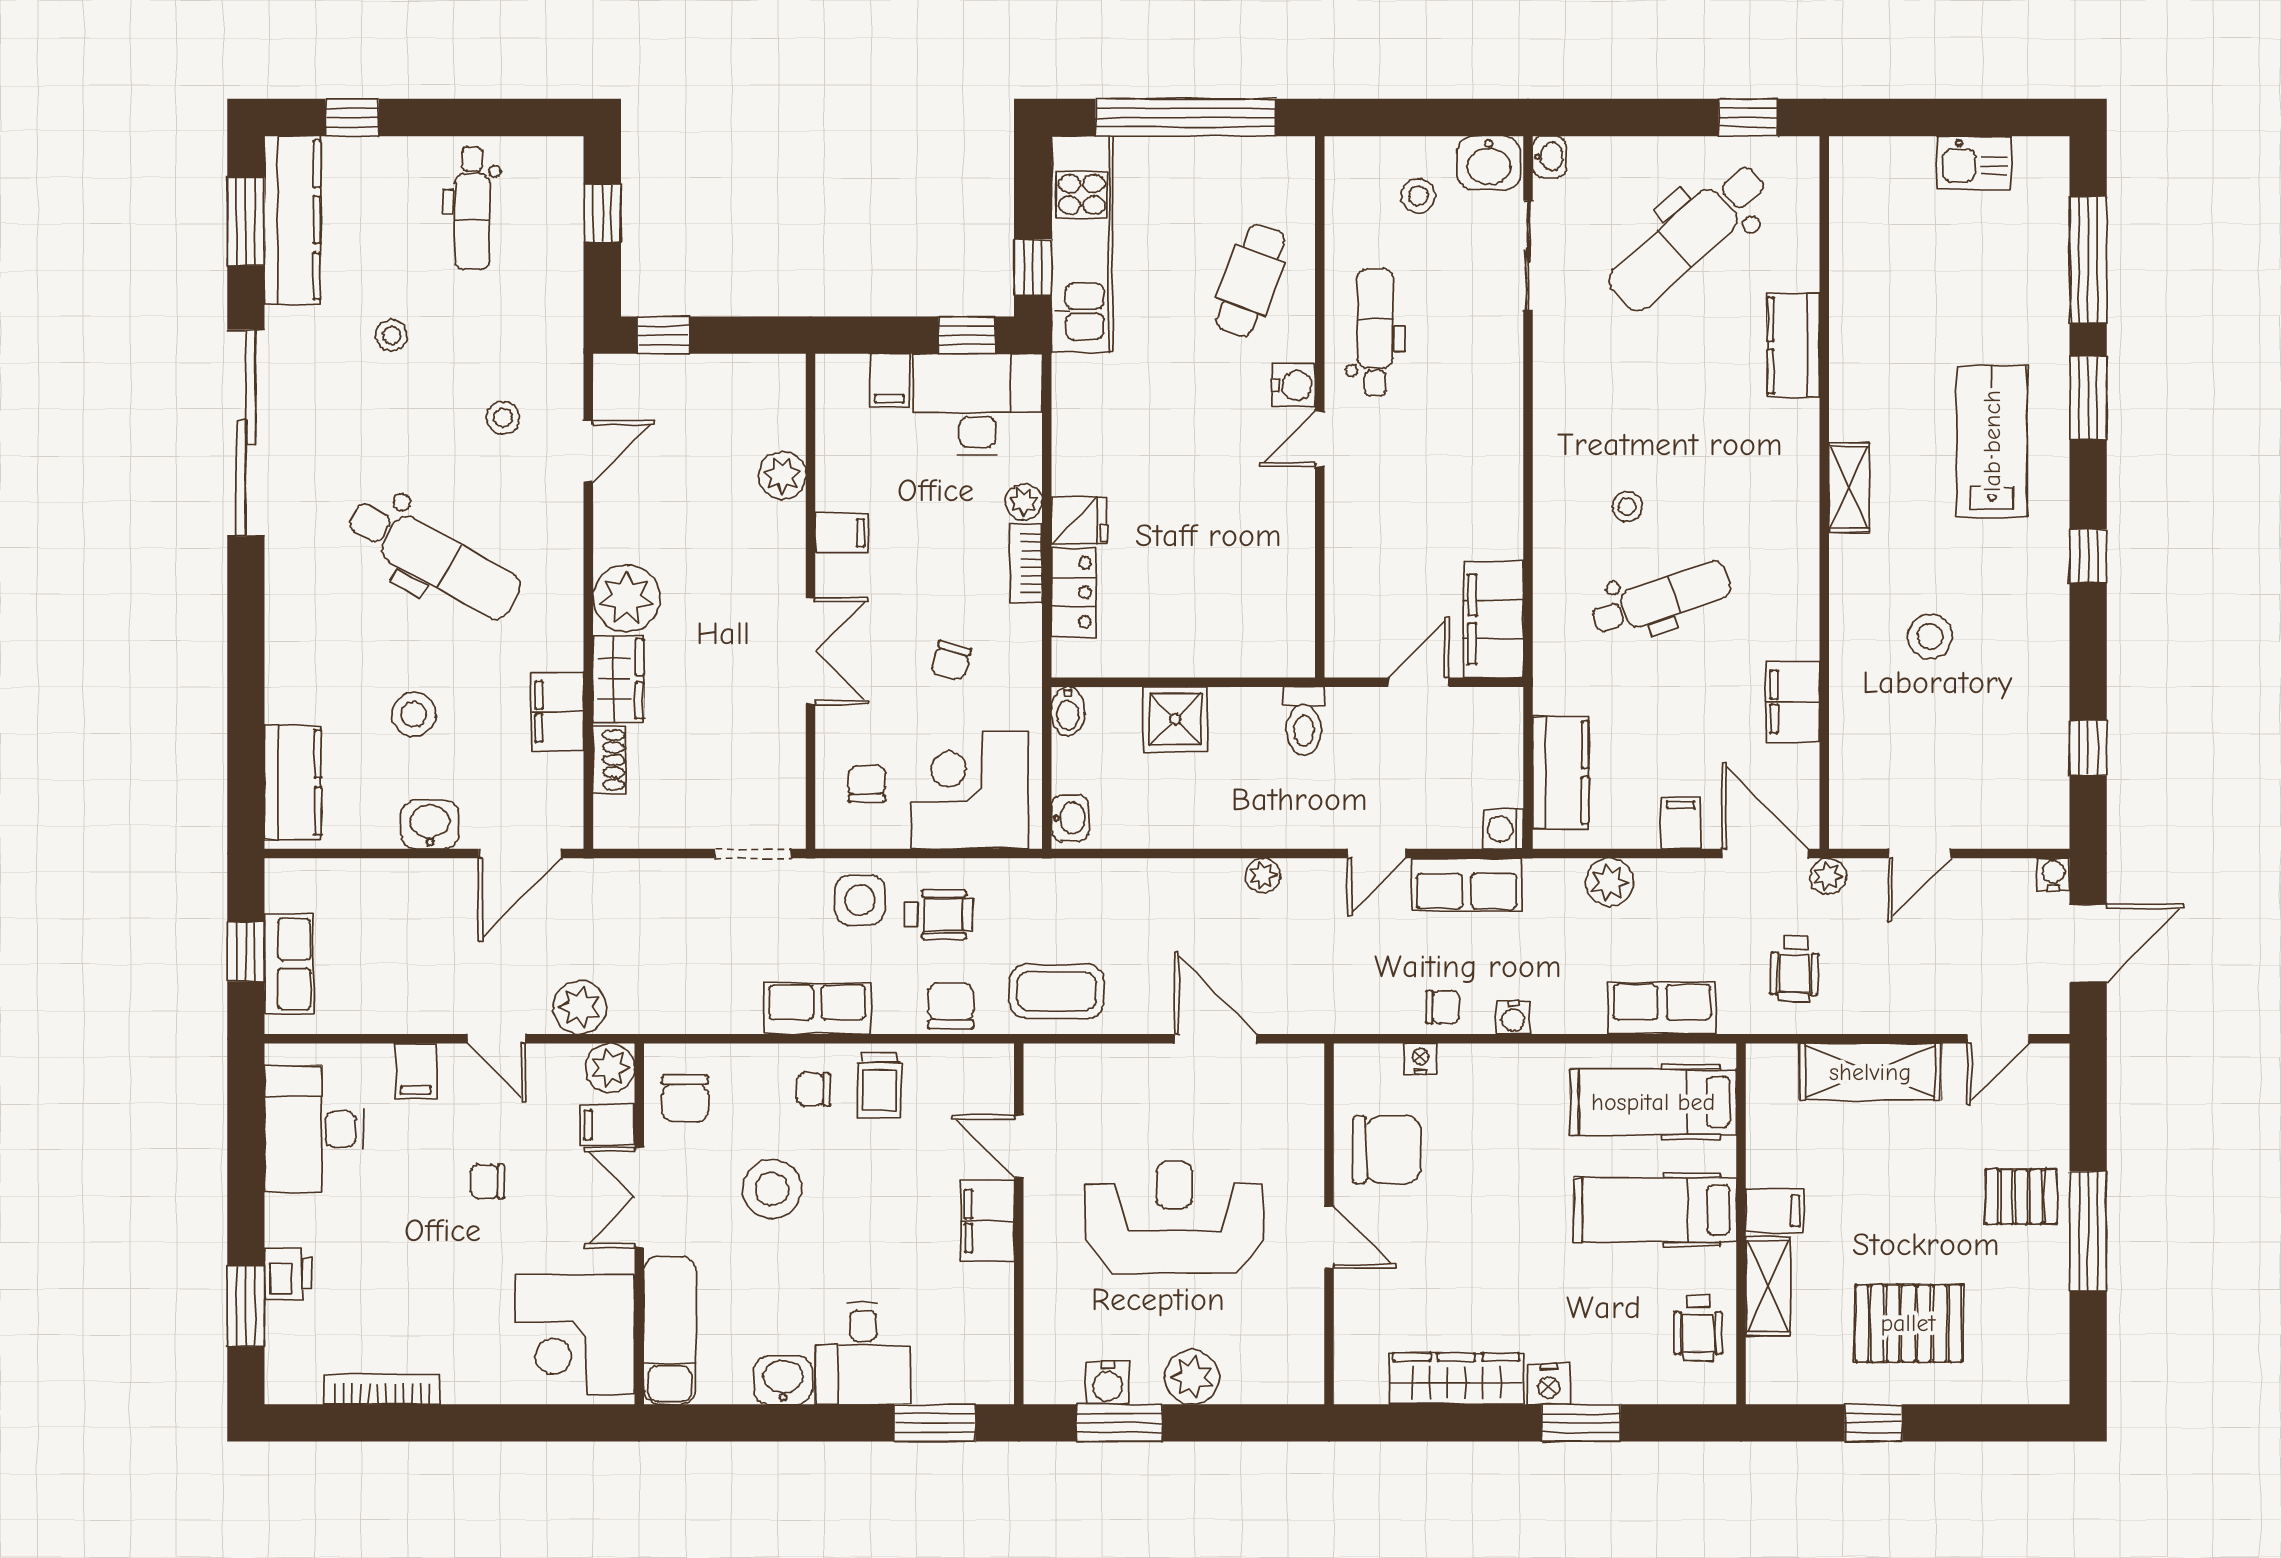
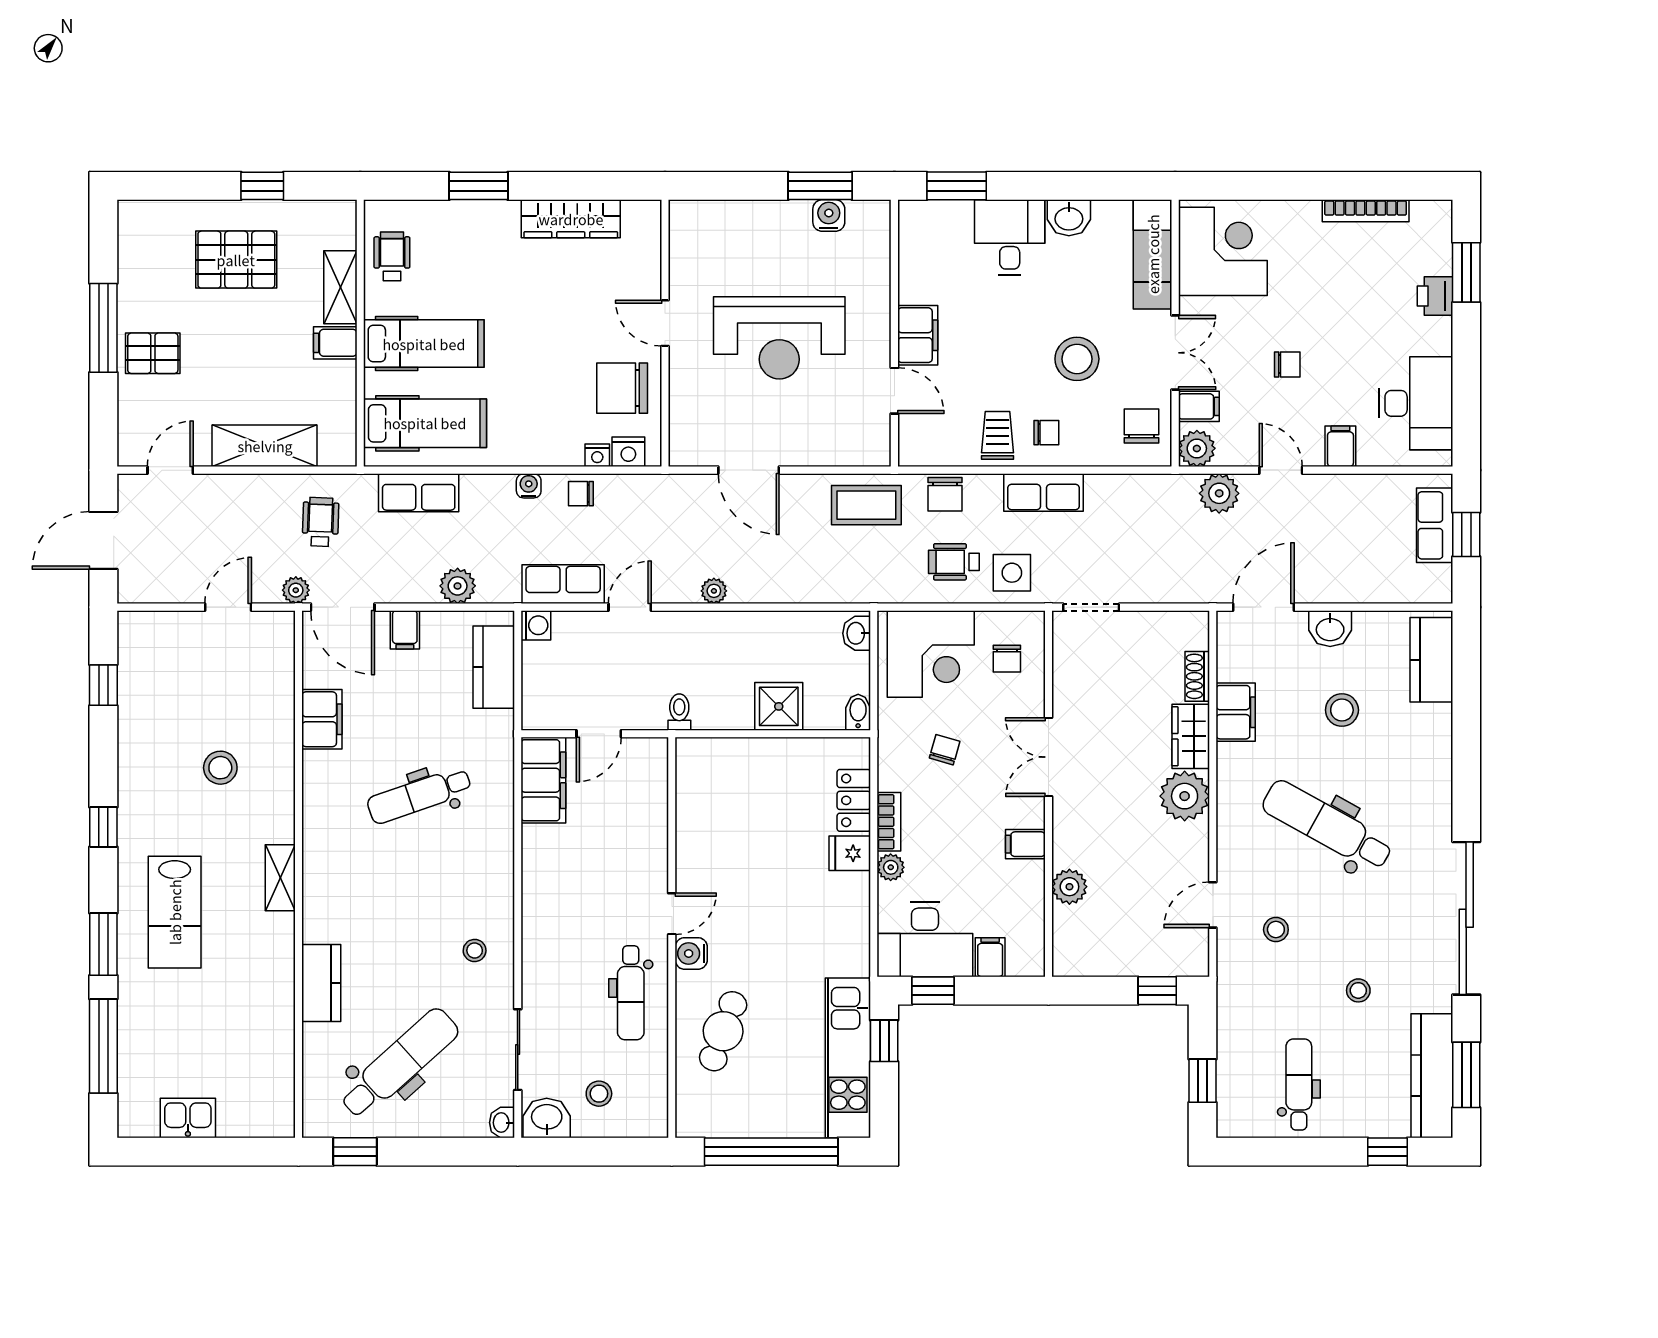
stool: (1627, 507) -> (475, 950), moved
toilet: (1304, 721) -> (679, 712), width x0.73, depth x0.72
water cooler: (2053, 874) -> (129, 592), removed
plant: (1192, 1377) -> (766, 220), removed
nightstand: (1549, 1384) -> (628, 452), moved, turned 180

